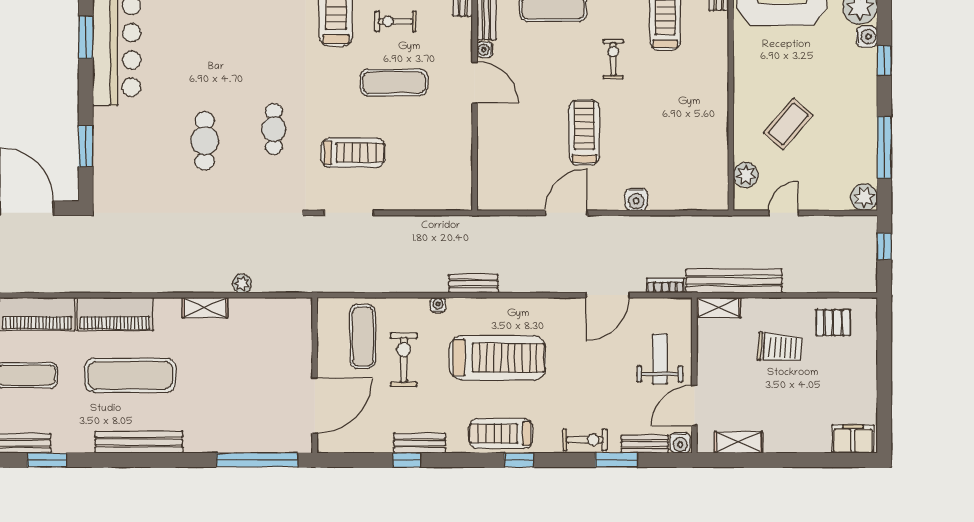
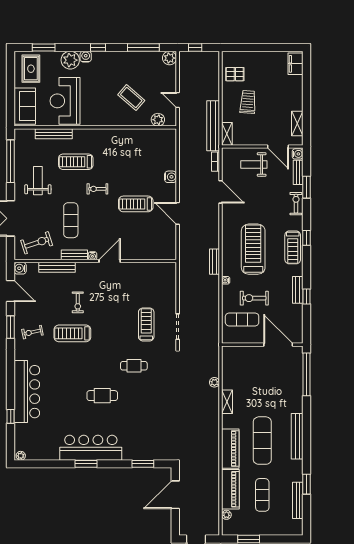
exercise mat: (394, 82) -> (110, 303), removed
cafe table: (205, 141) -> (102, 396), moved
pallet: (833, 323) -> (235, 74), turned 90

